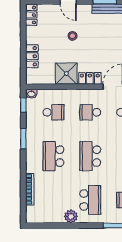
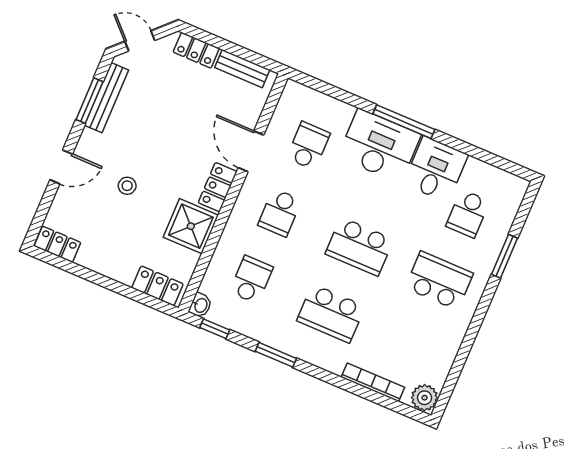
locker: (32, 56) -> (157, 286), moved
plant: (71, 216) -> (425, 398), moved

